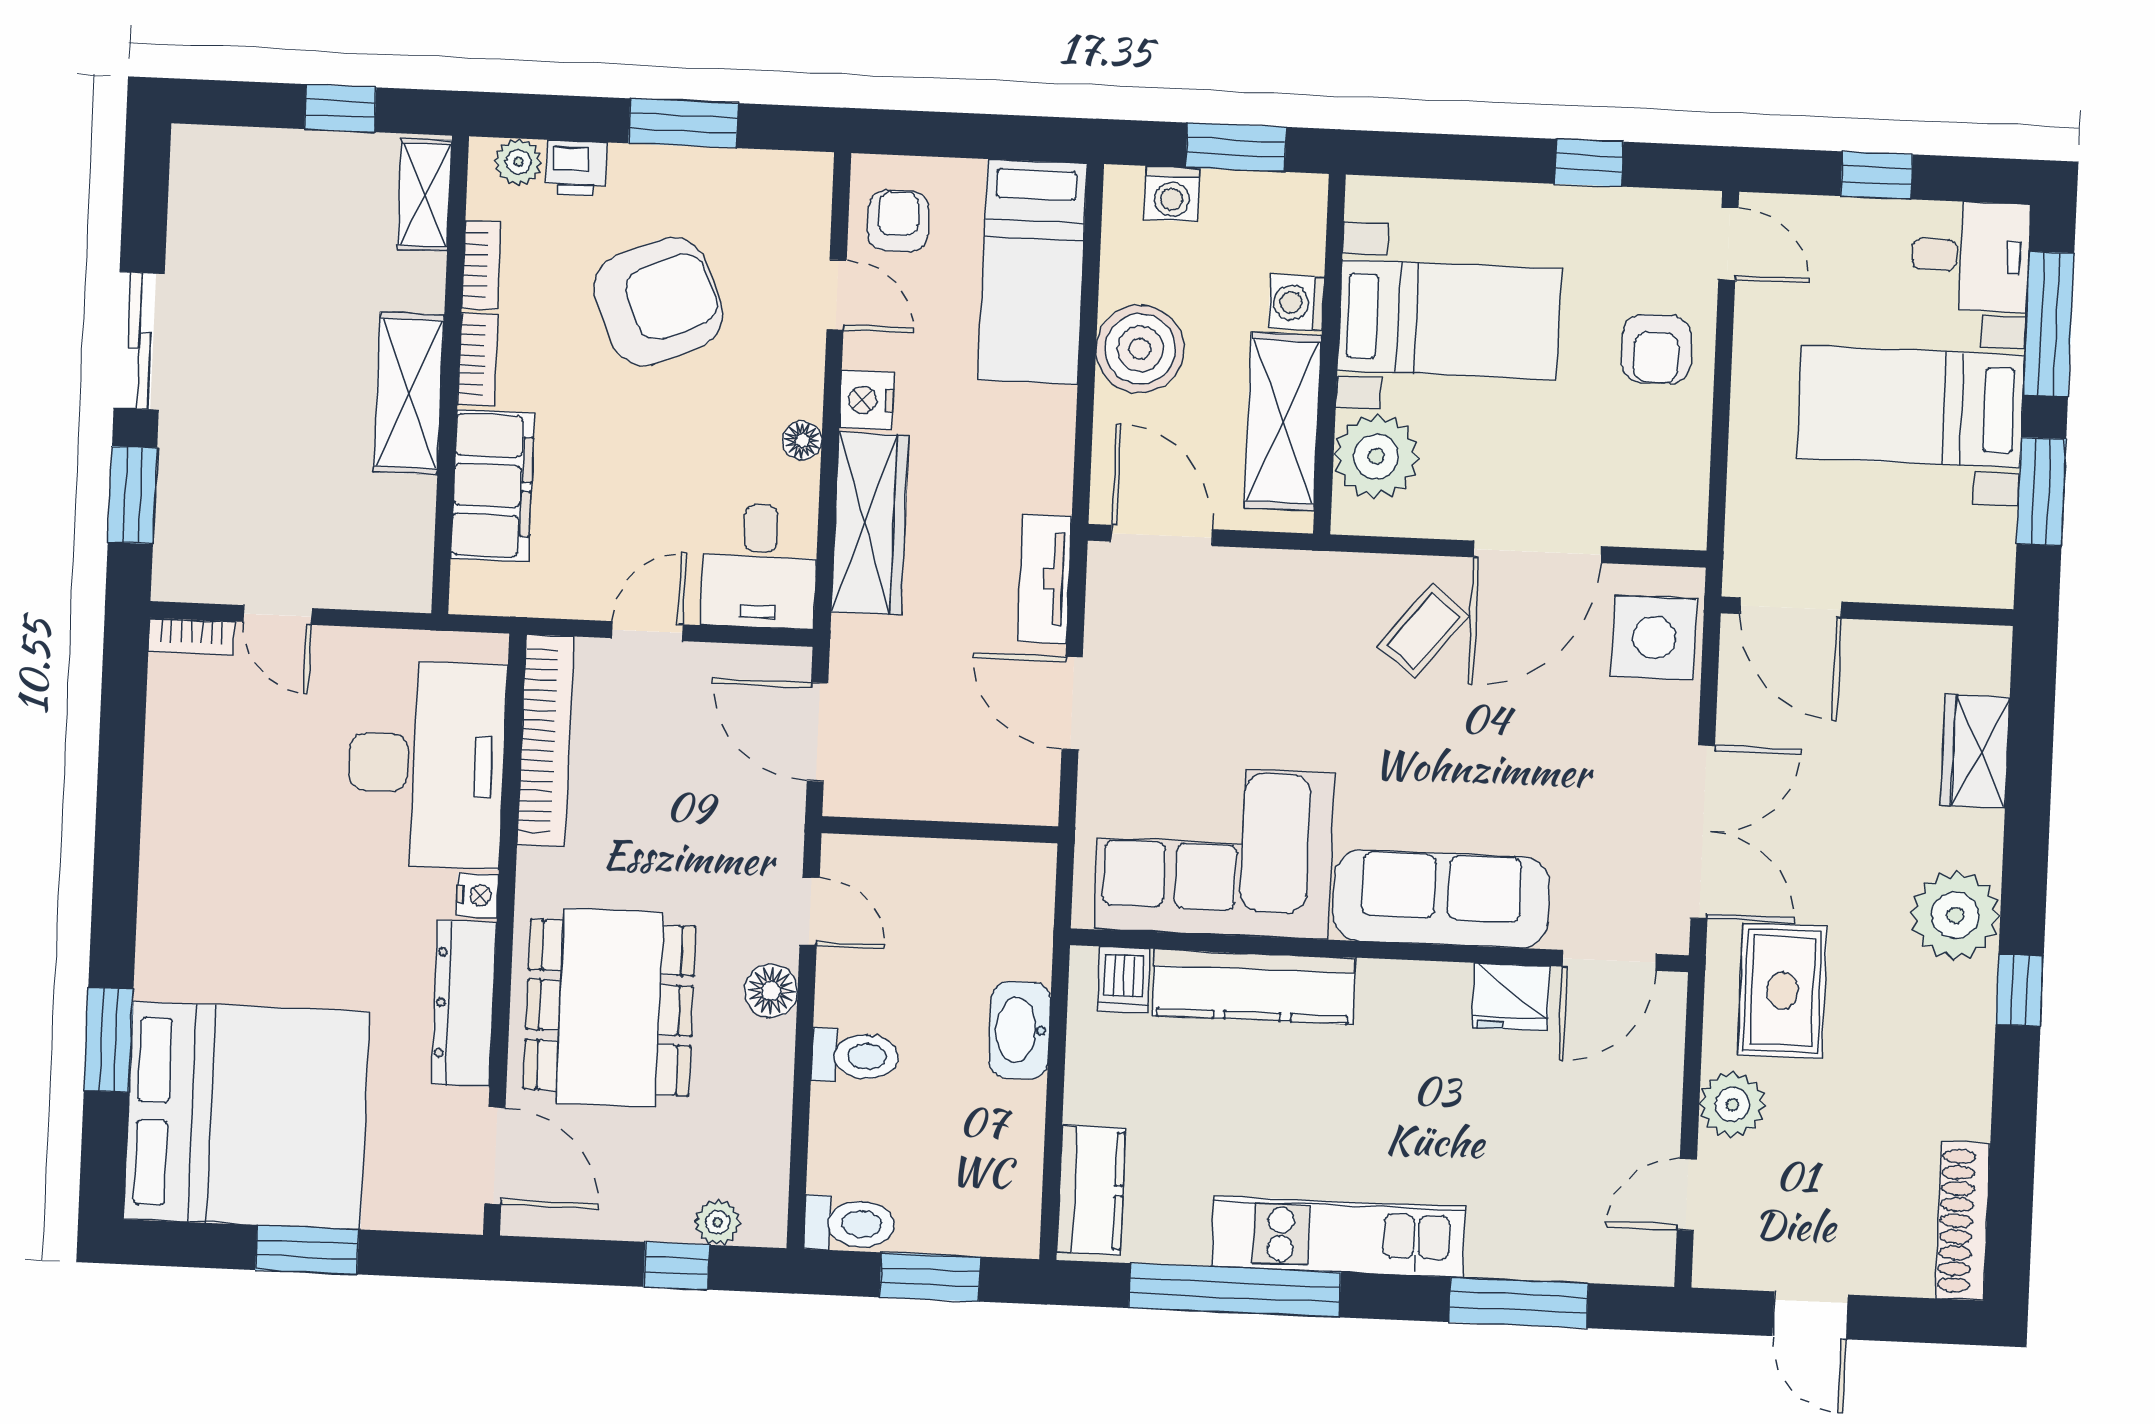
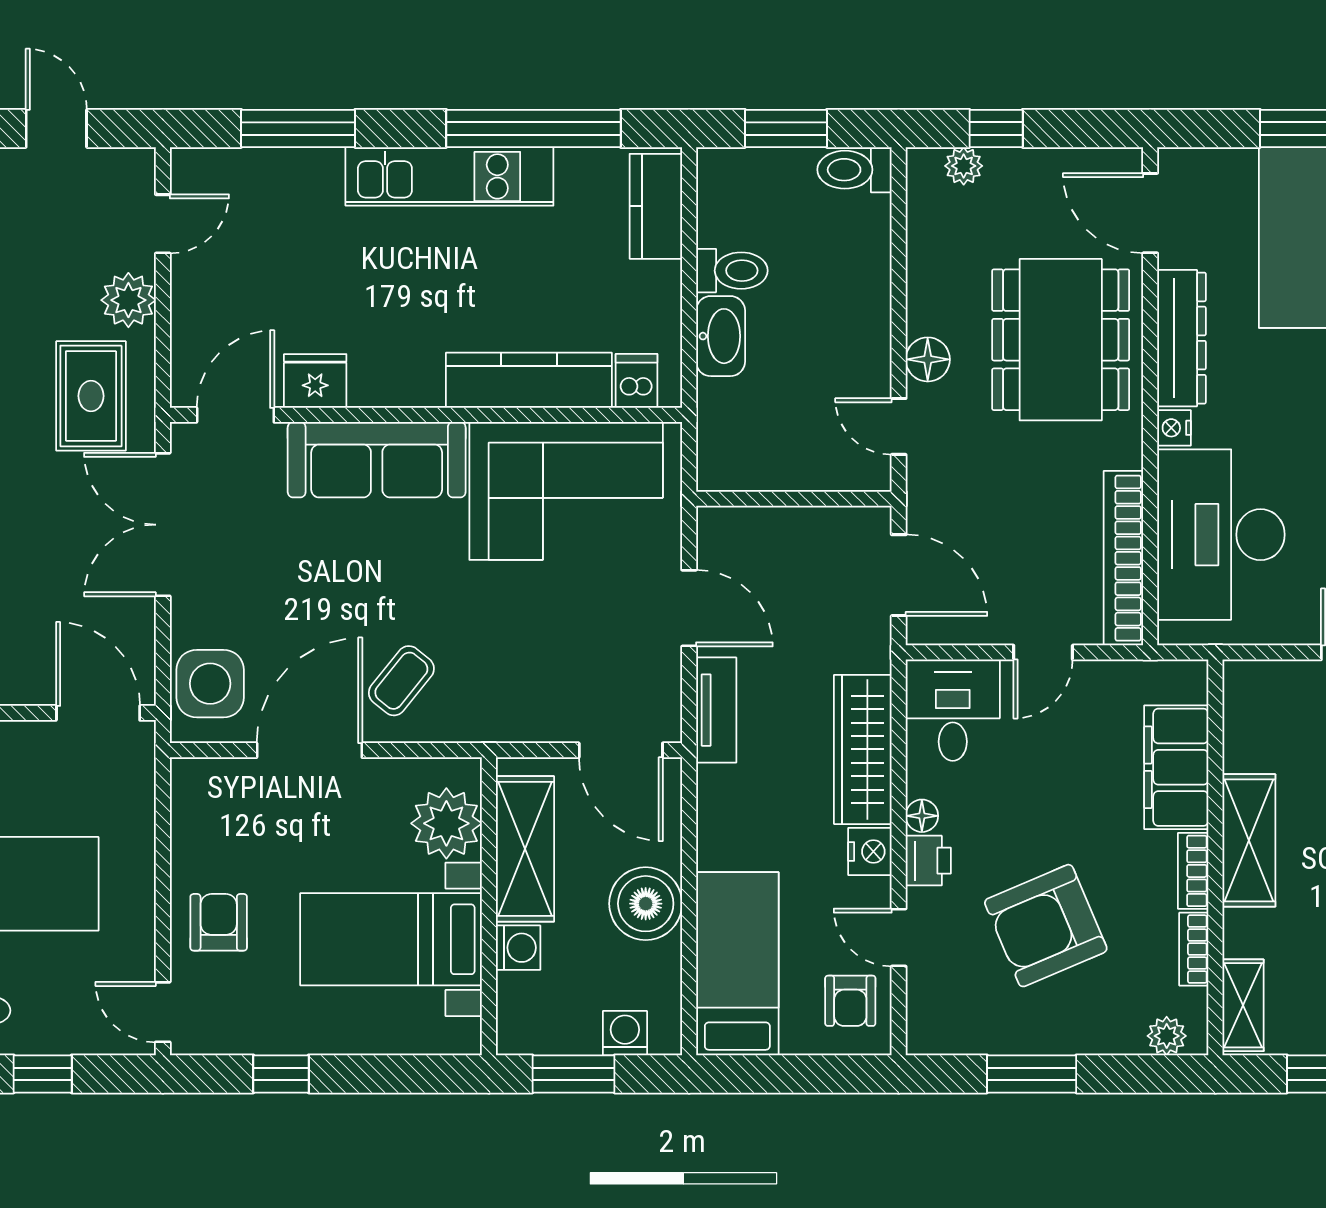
printer: (576, 168) -> (928, 861), moved, turned 90
toilet: (855, 1056) -> (732, 271), moved, turned 180

